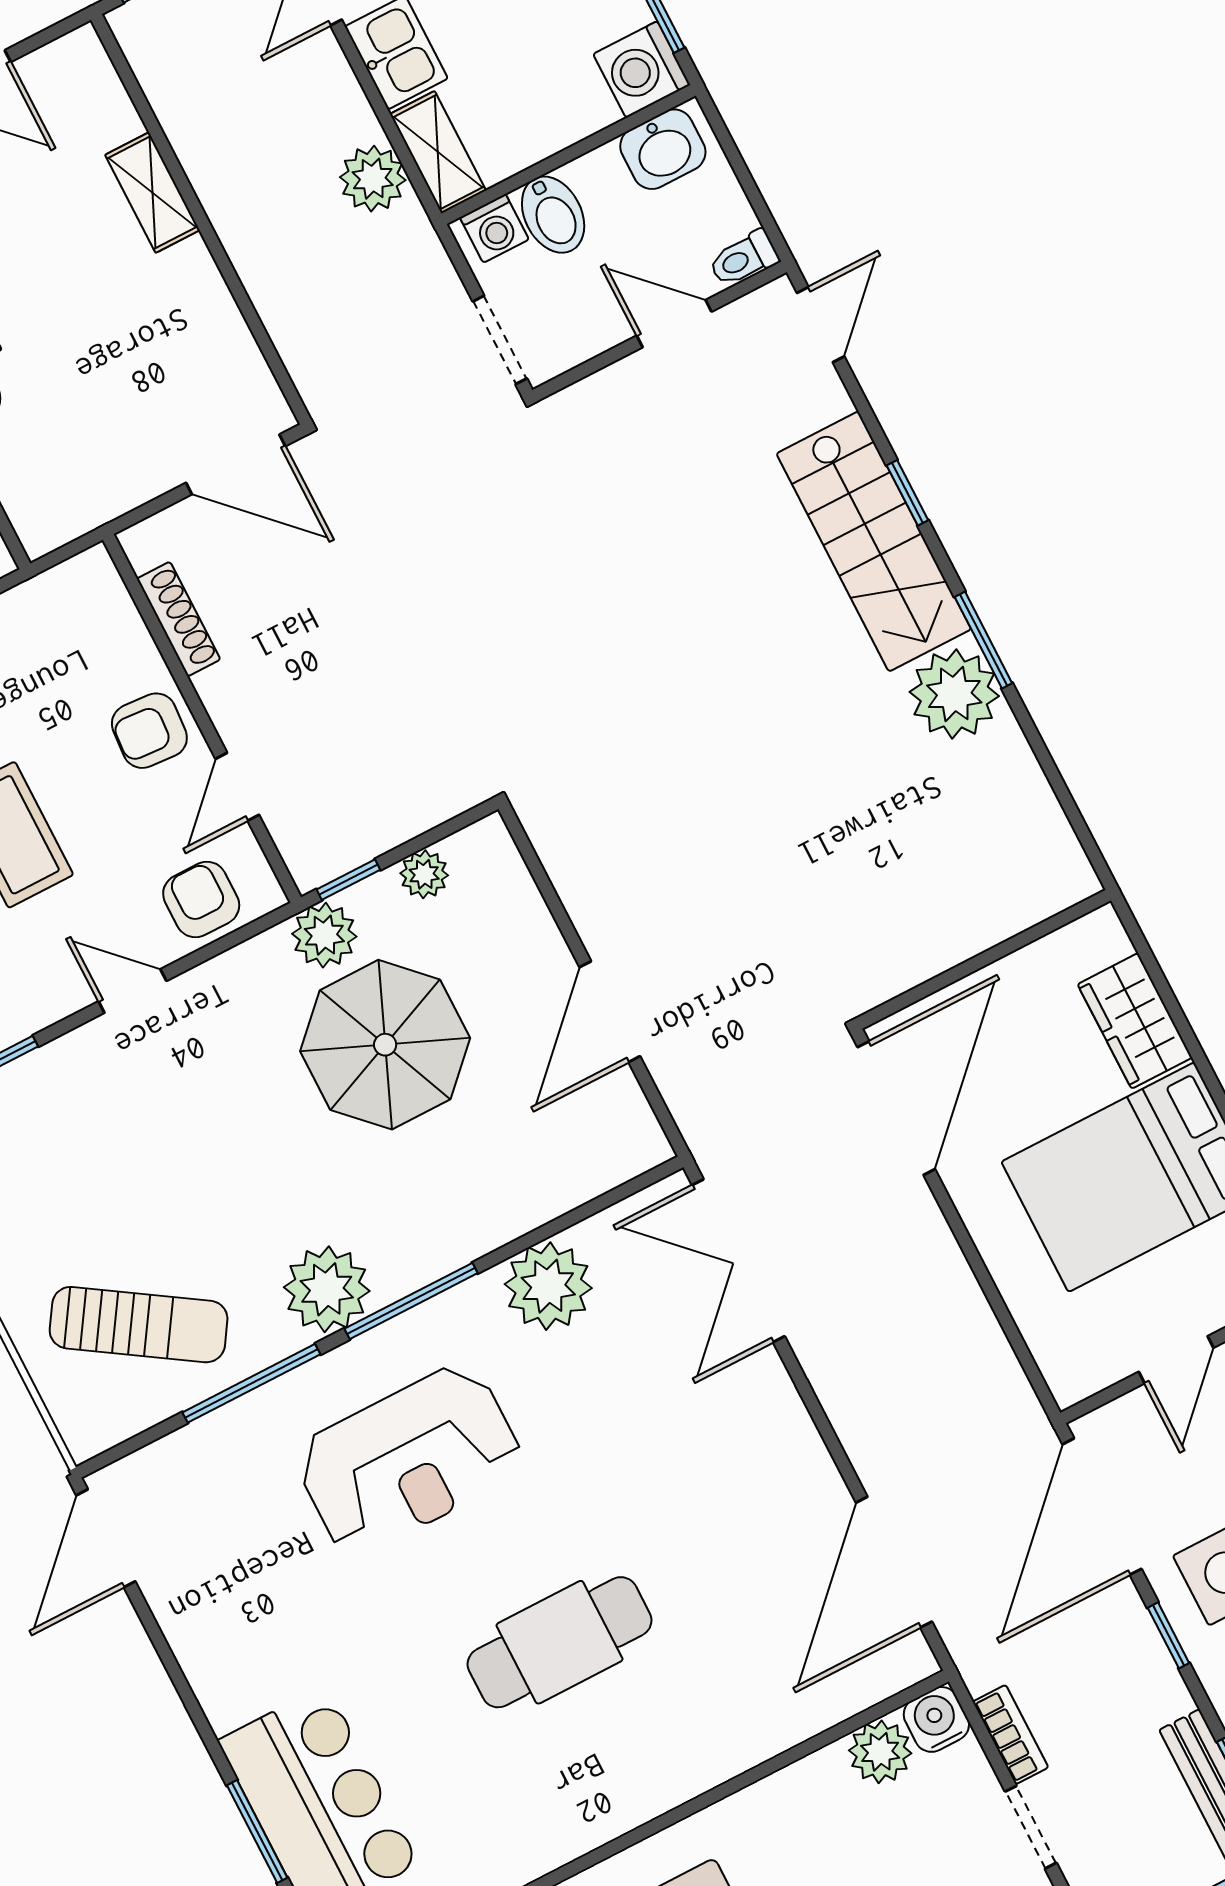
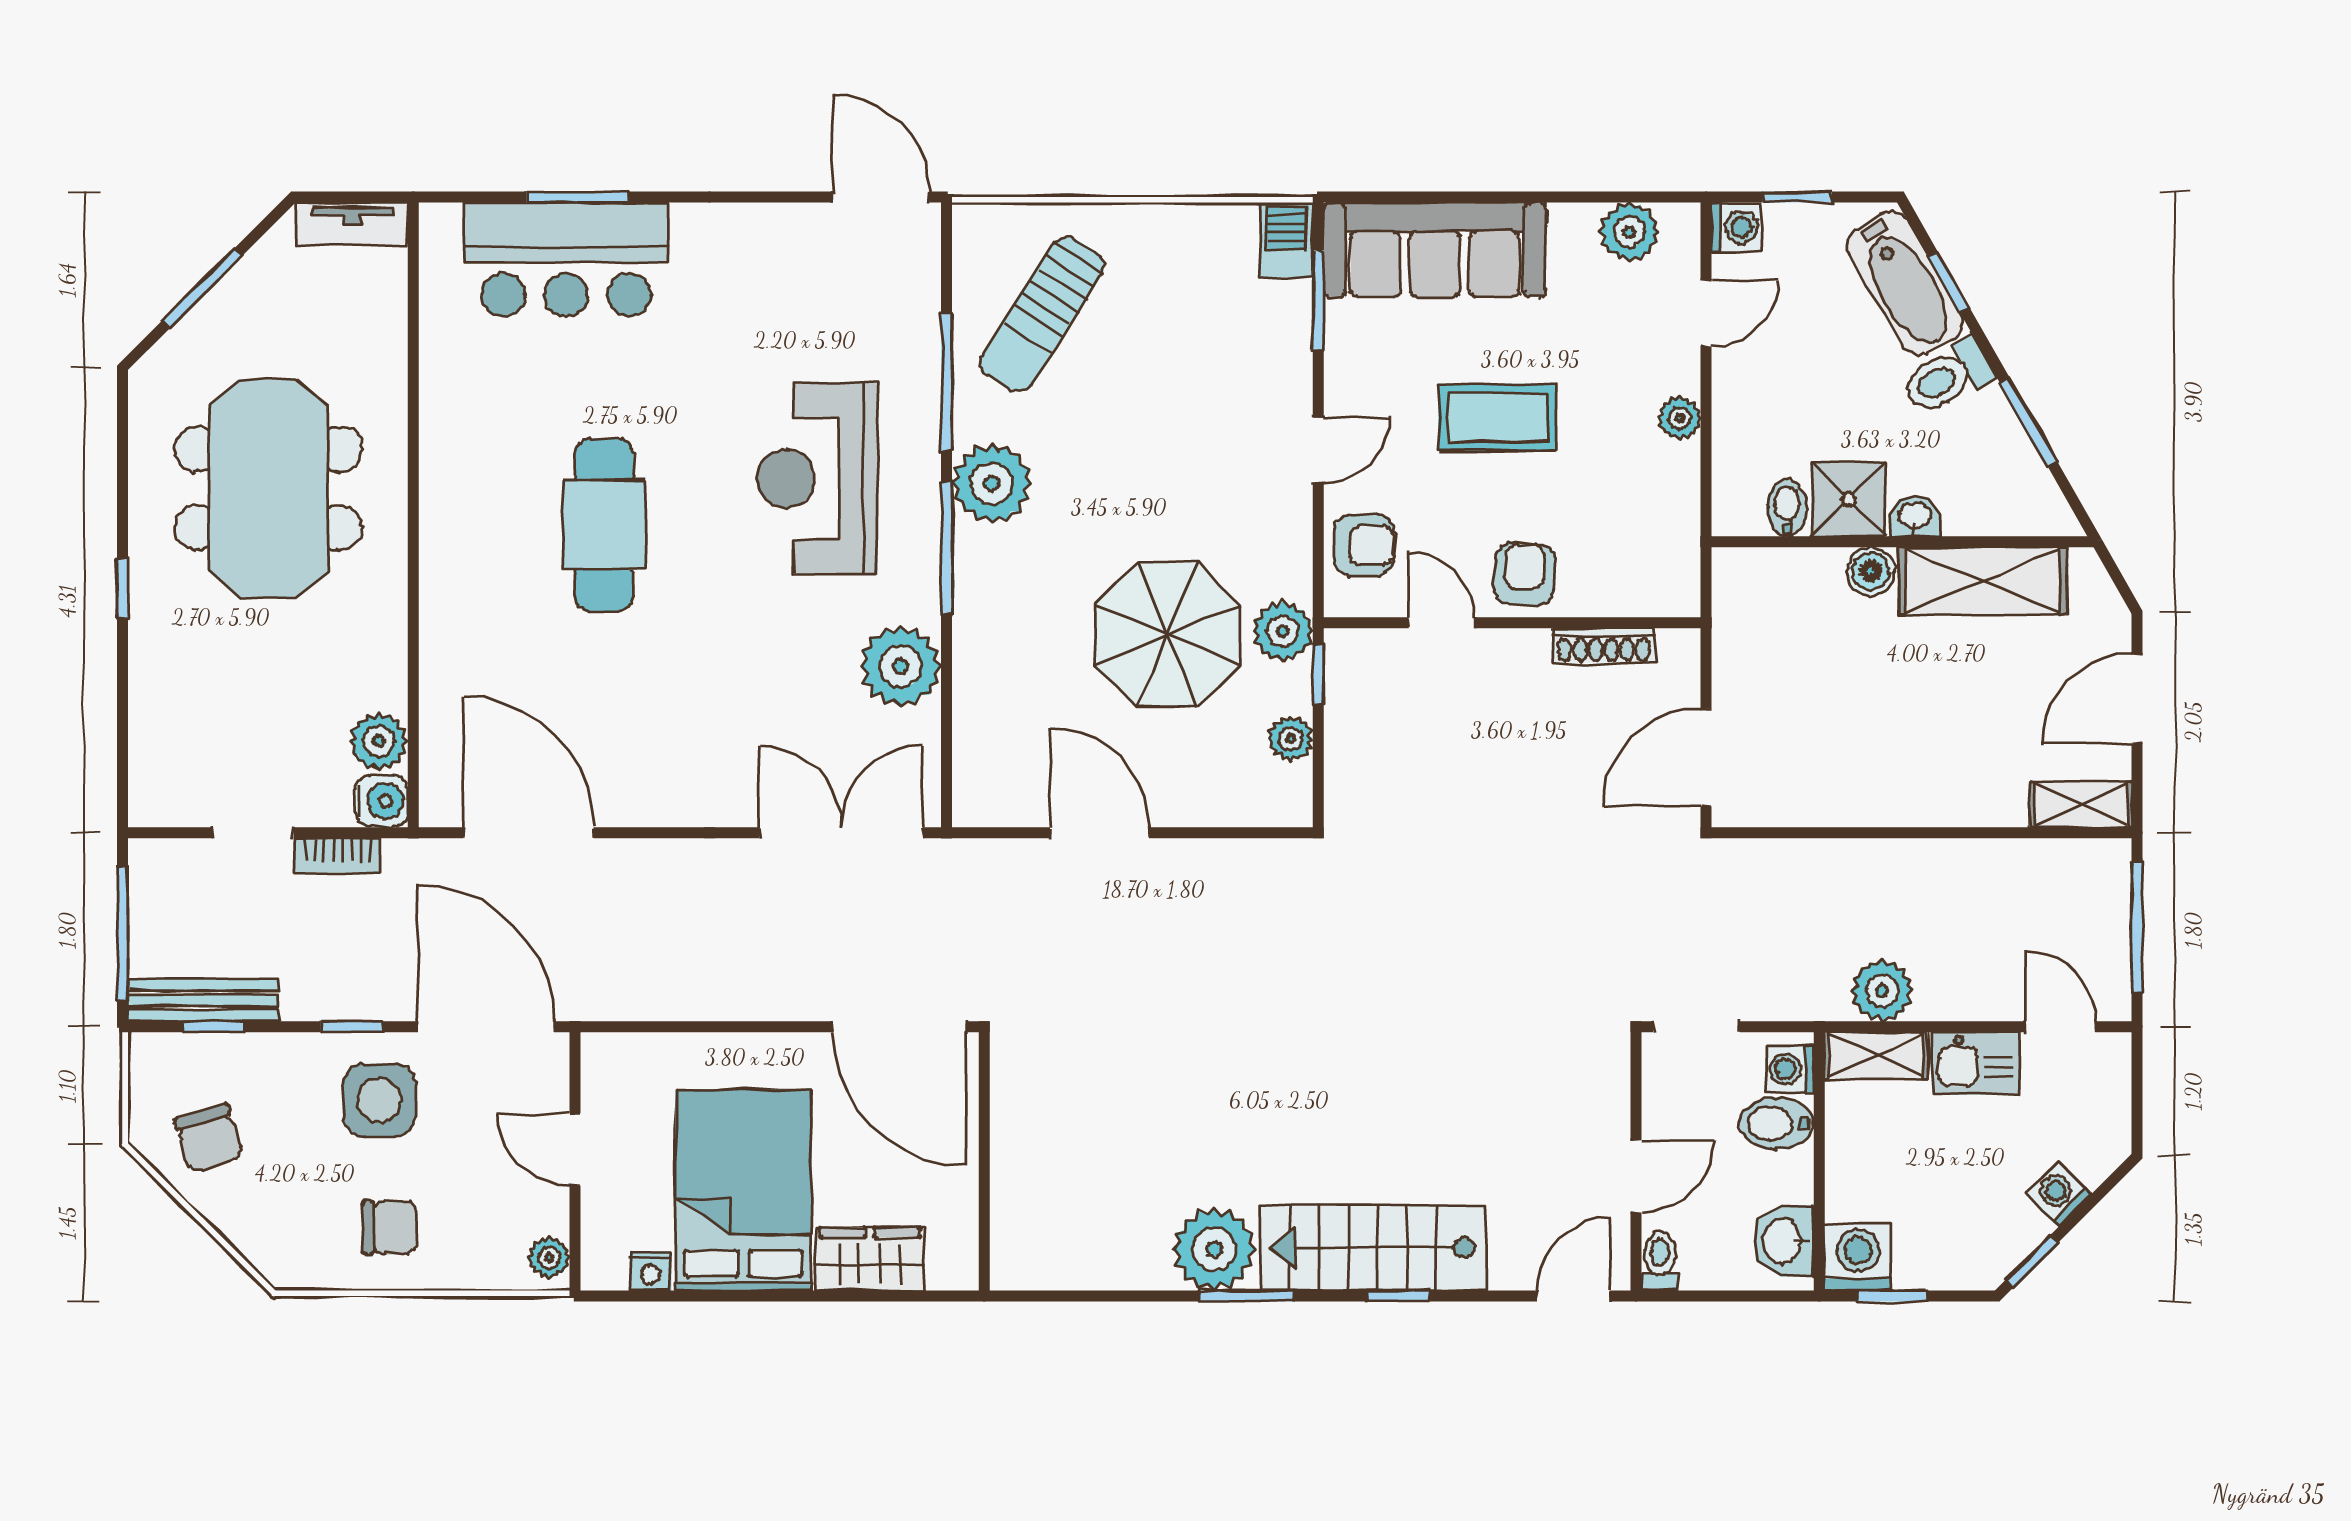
shelving: (152, 192) -> (2081, 804), moved
door: (821, 325) -> (1573, 1296), swing flipped

